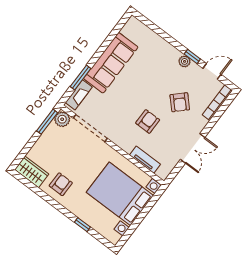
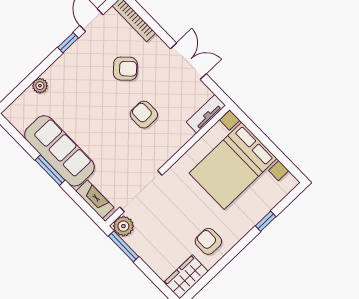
plant: (185, 61) -> (40, 86), moved
window: (81, 78) -> (50, 170), moved
tv unit: (145, 160) -> (206, 114), moved

